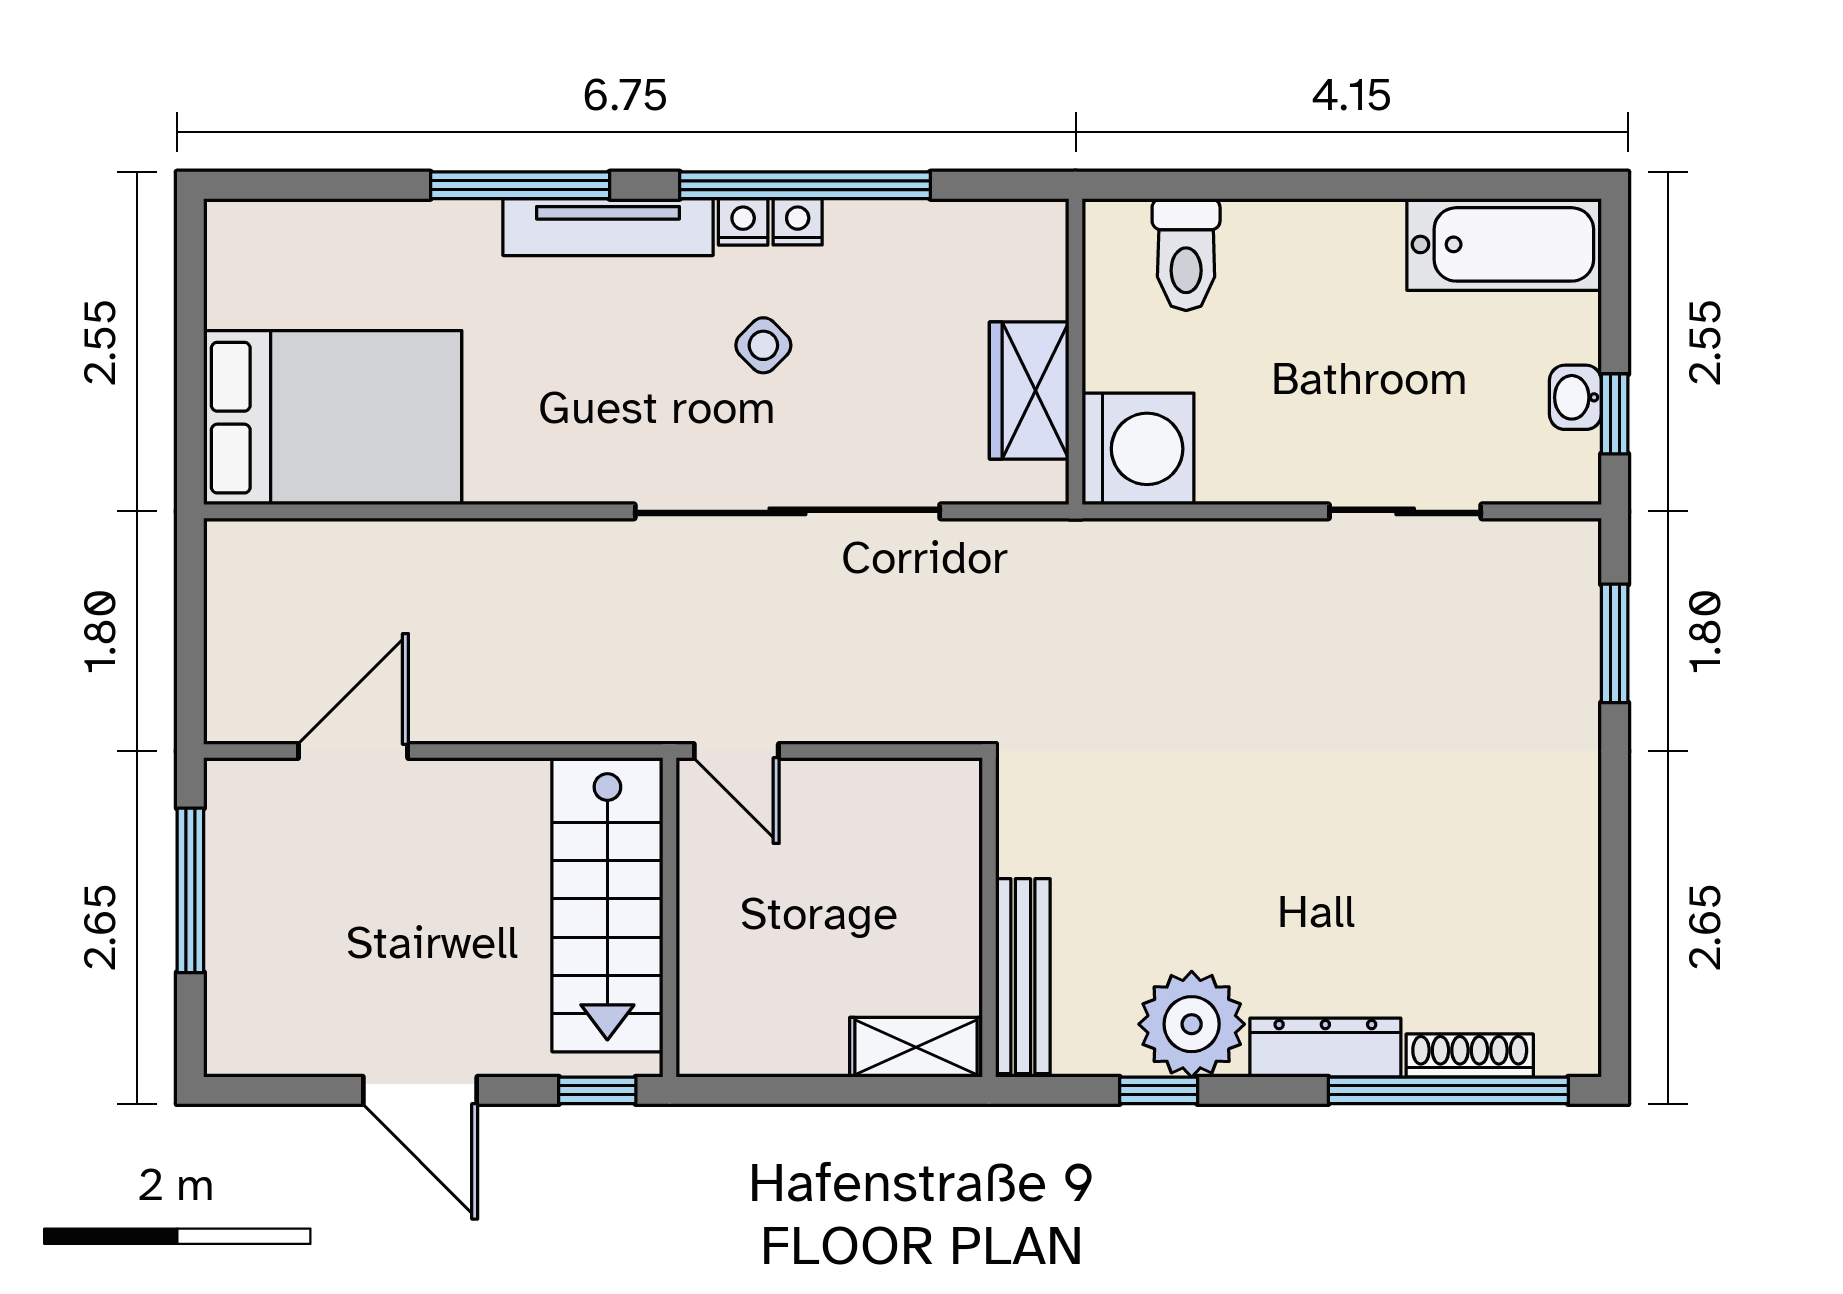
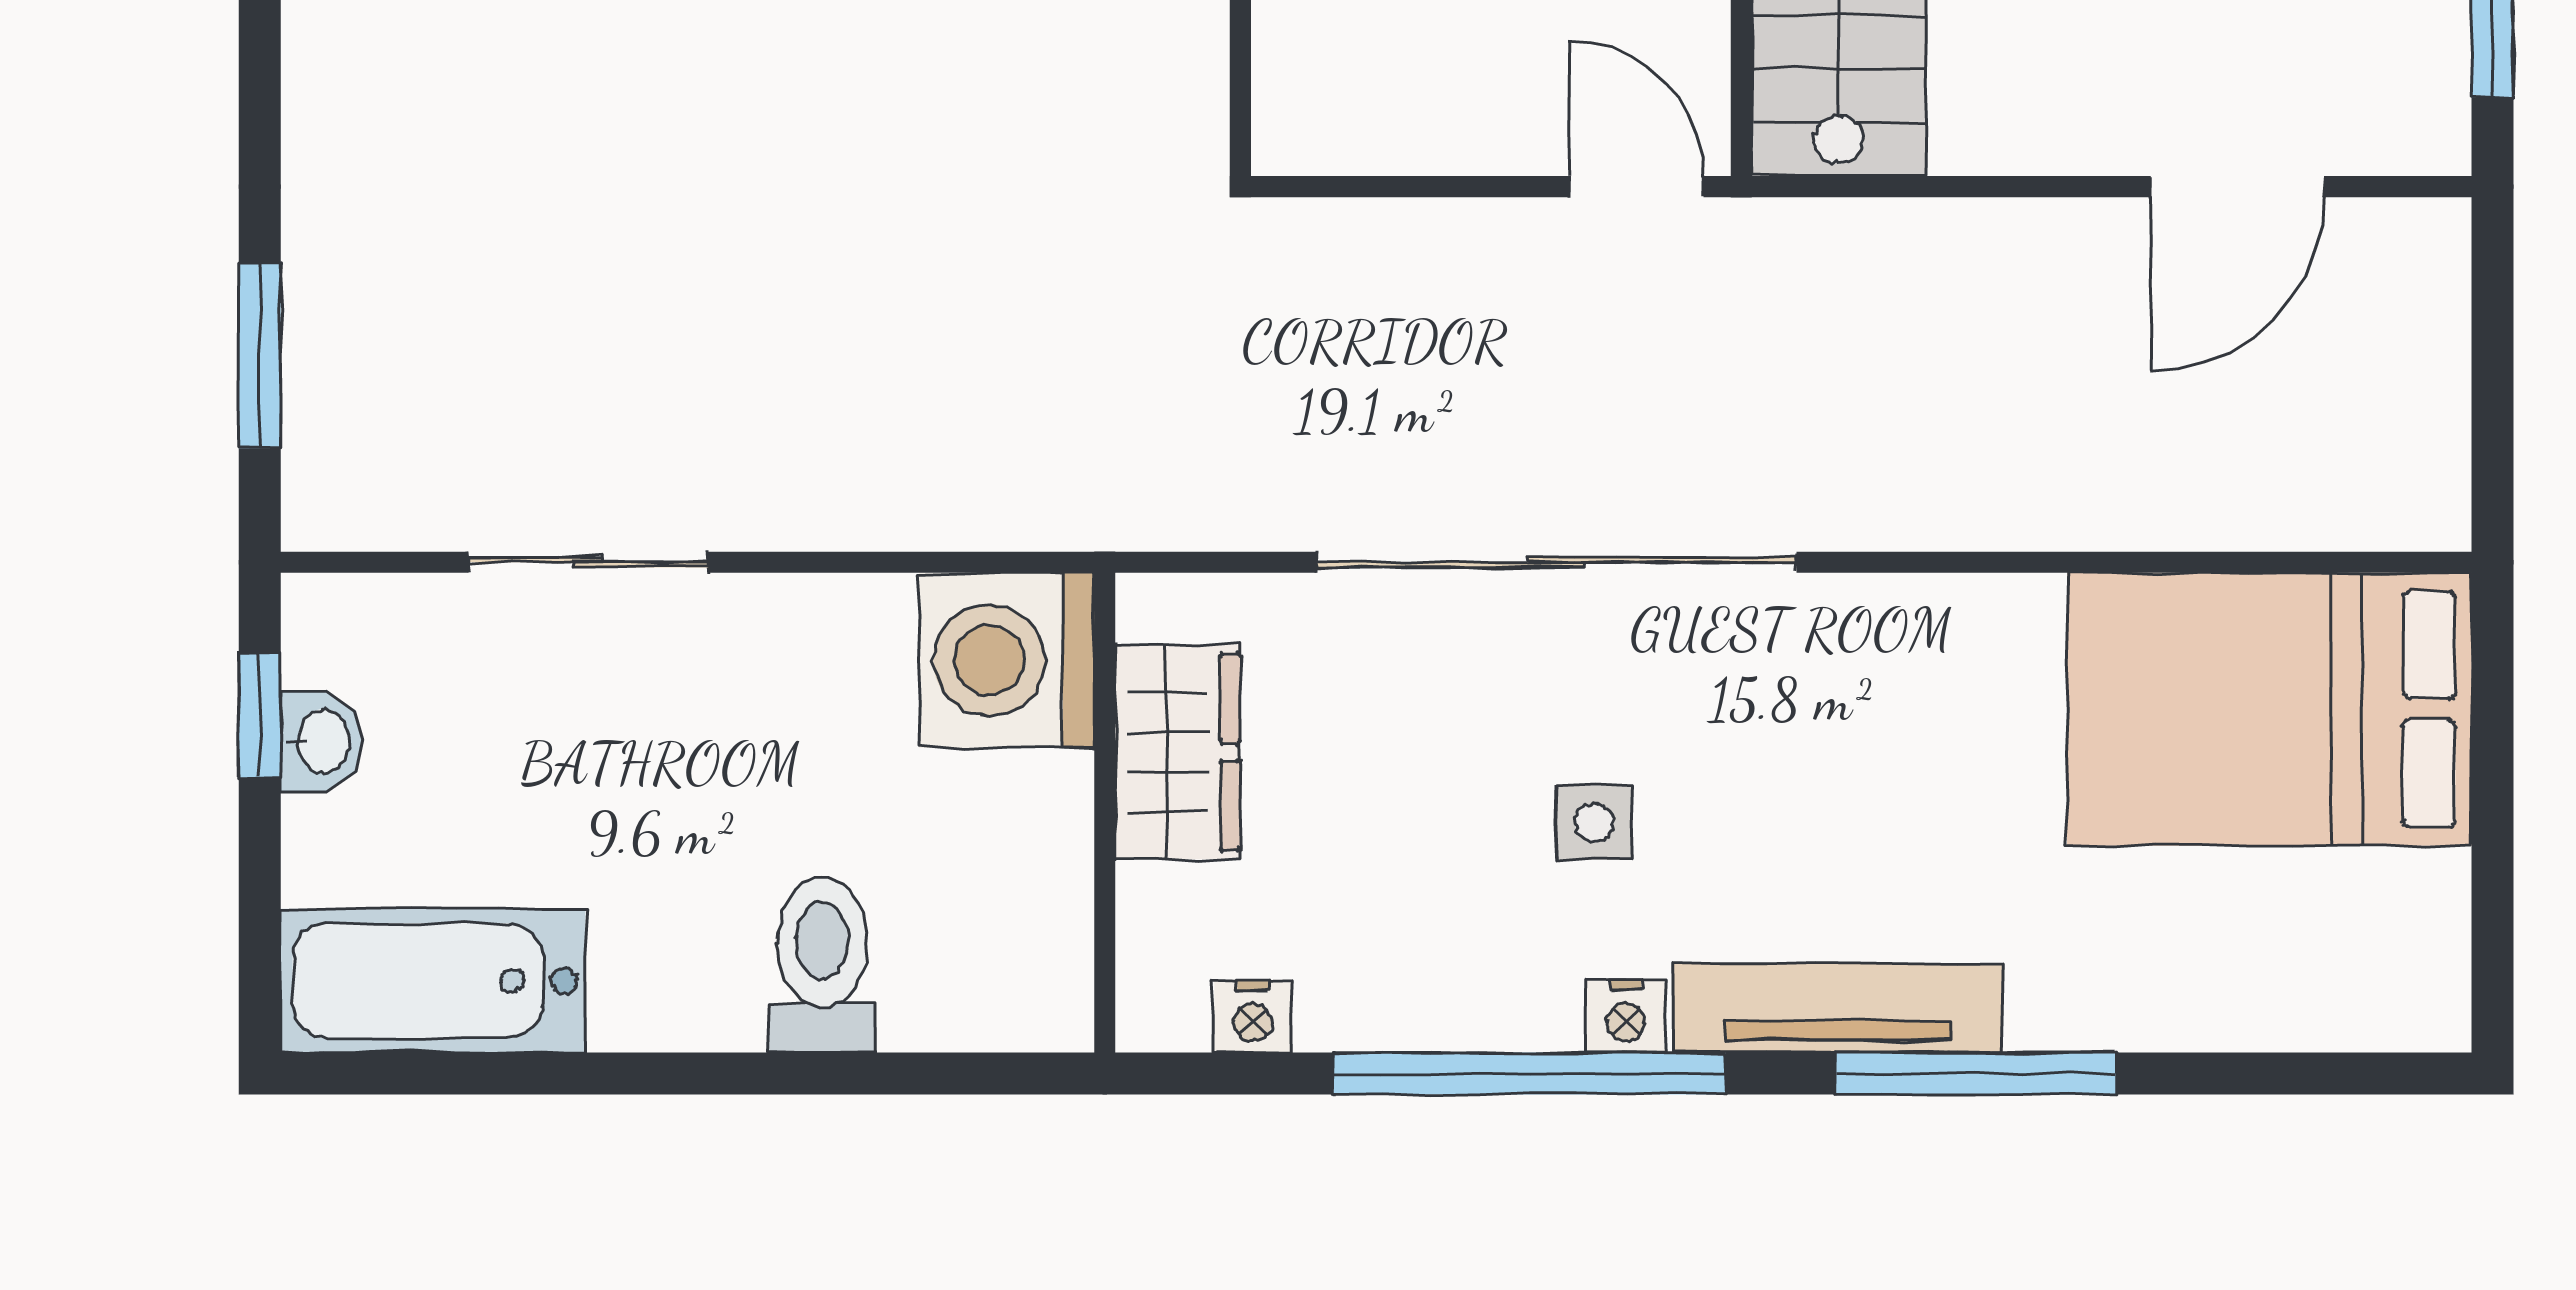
nightstand: (798, 222) -> (1253, 1016), moved
toilet: (1186, 255) -> (822, 965), moved
side table: (763, 345) -> (1594, 823), turned 45

